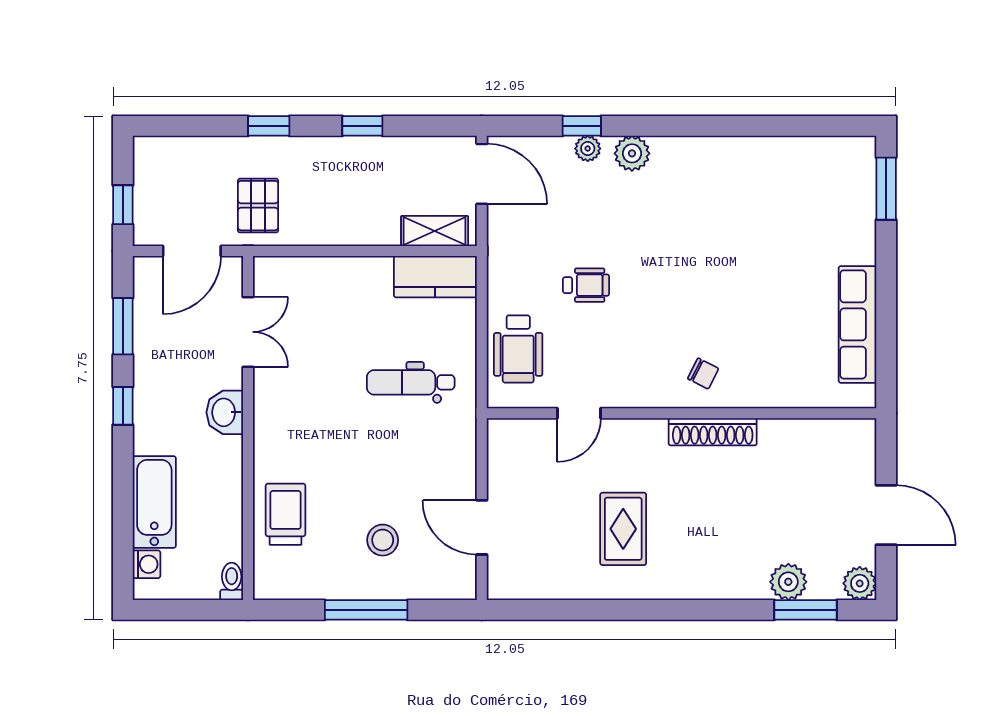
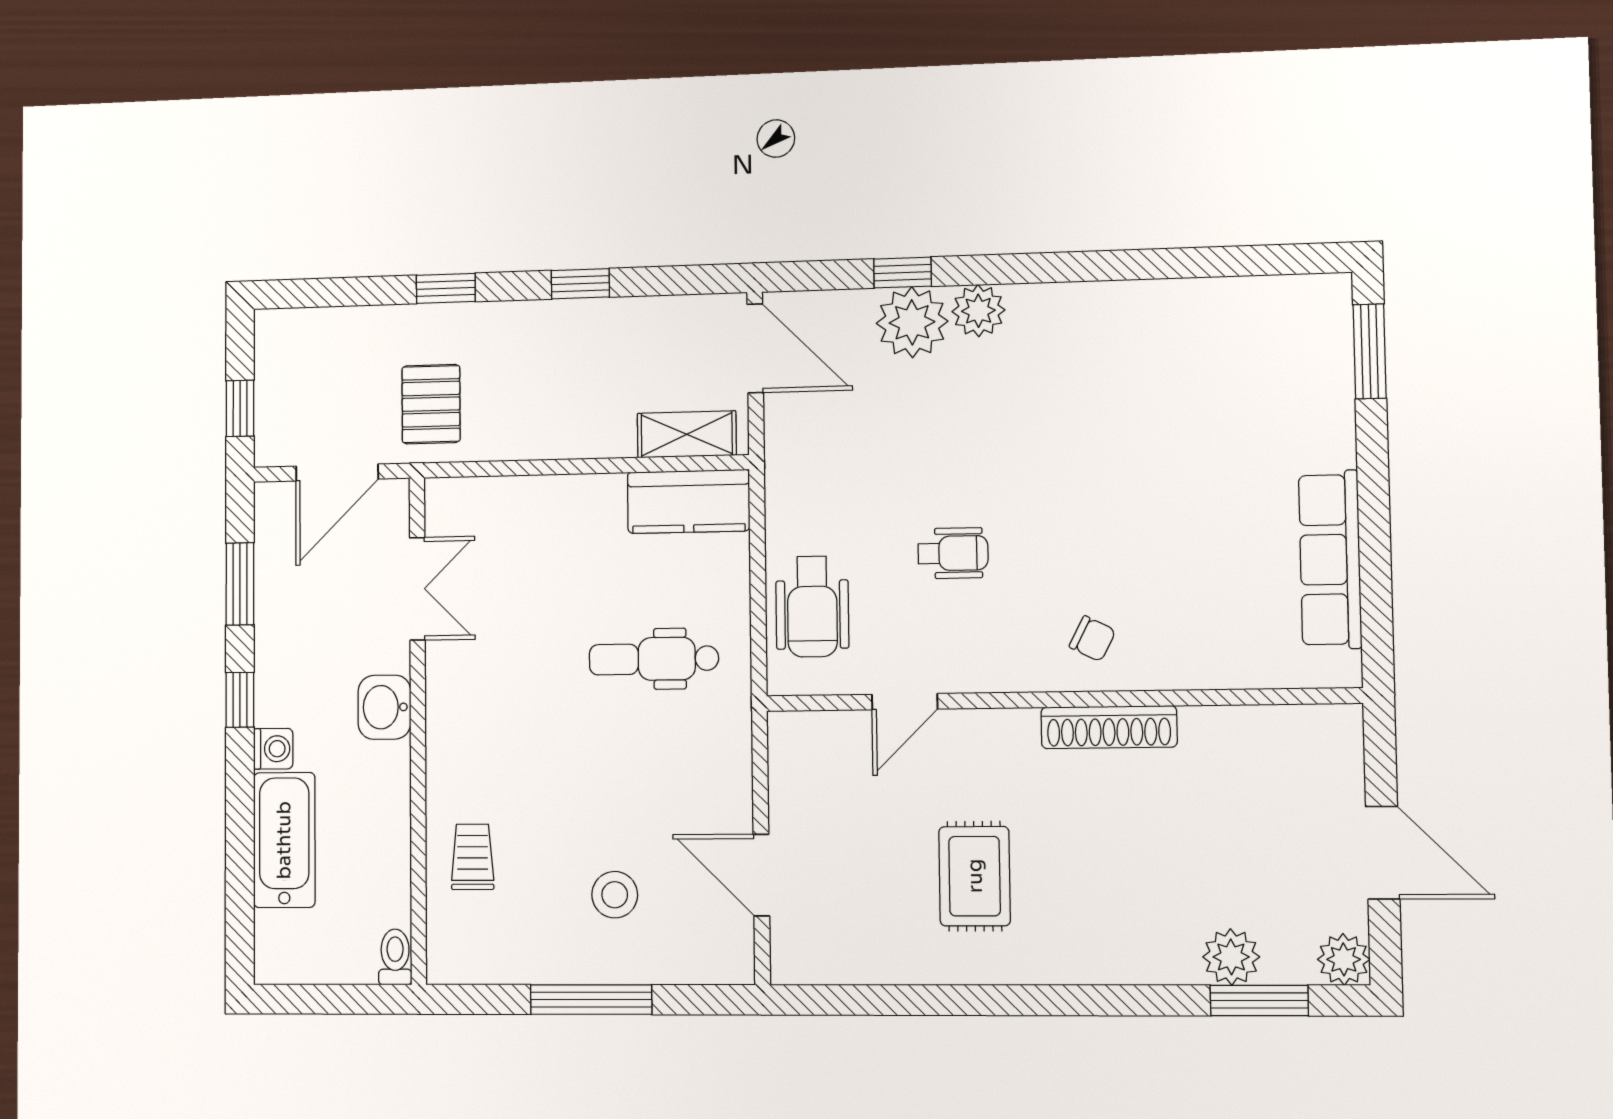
plant: (588, 149) -> (912, 322), width x1.87, depth x1.87
wheelchair: (586, 285) -> (953, 553), moved
trolley: (286, 514) -> (473, 857), width x0.73, depth x0.72
washing machine: (147, 564) -> (273, 749), moved

